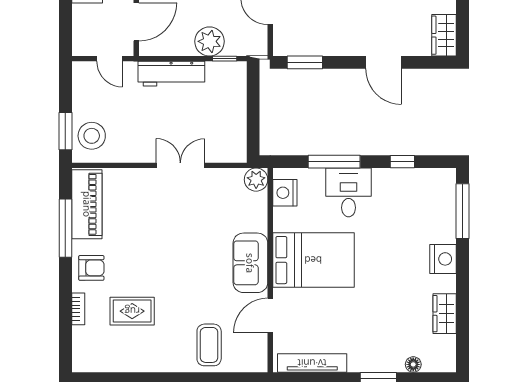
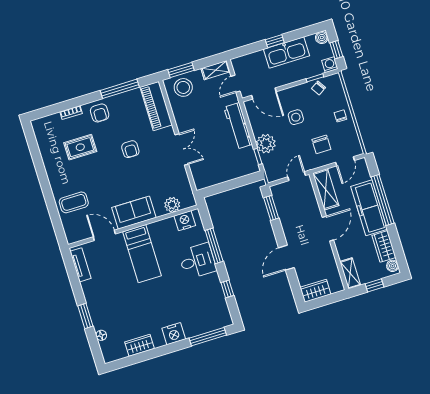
shelving: (81, 81) -> (216, 70), added
plant: (256, 180) -> (172, 205), moved
piano: (87, 204) -> (156, 106), moved, turned 90
armchair: (157, 240) -> (130, 149), added
bed: (313, 260) -> (142, 254), width x0.67
rug: (132, 311) -> (80, 147), turned 90
tv unit: (312, 363) -> (81, 265), width x0.71

